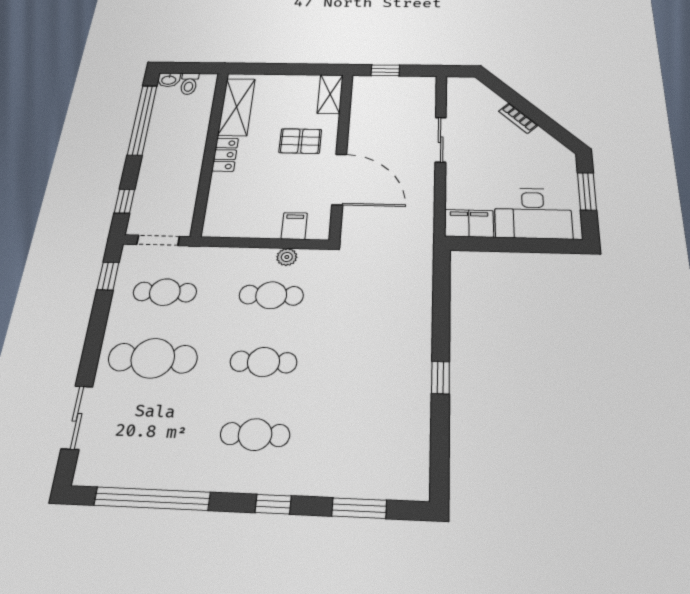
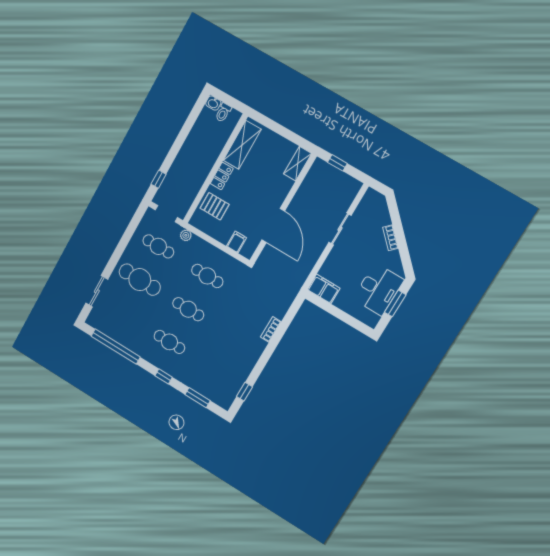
window: (142, 120) -> (188, 126), removed
pallet: (300, 141) -> (215, 206), moved
desk: (533, 213) -> (378, 289), moved, turned -90
plant: (287, 257) -> (186, 235), moved
window: (108, 276) -> (135, 222), removed
bookcase: (423, 322) -> (271, 329), added
window: (441, 378) -> (244, 392), moved

